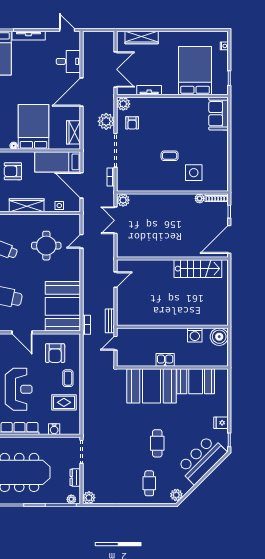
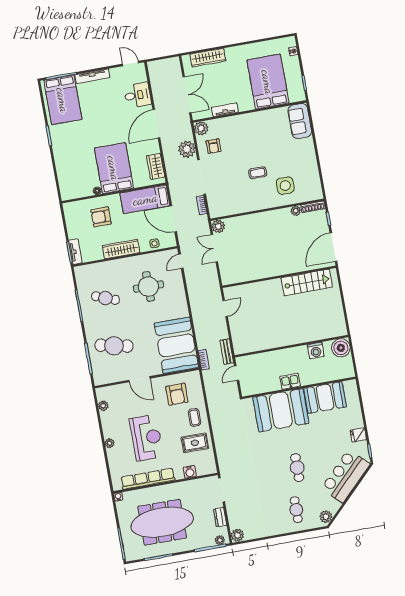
door: (81, 241) -> (181, 261), moved

